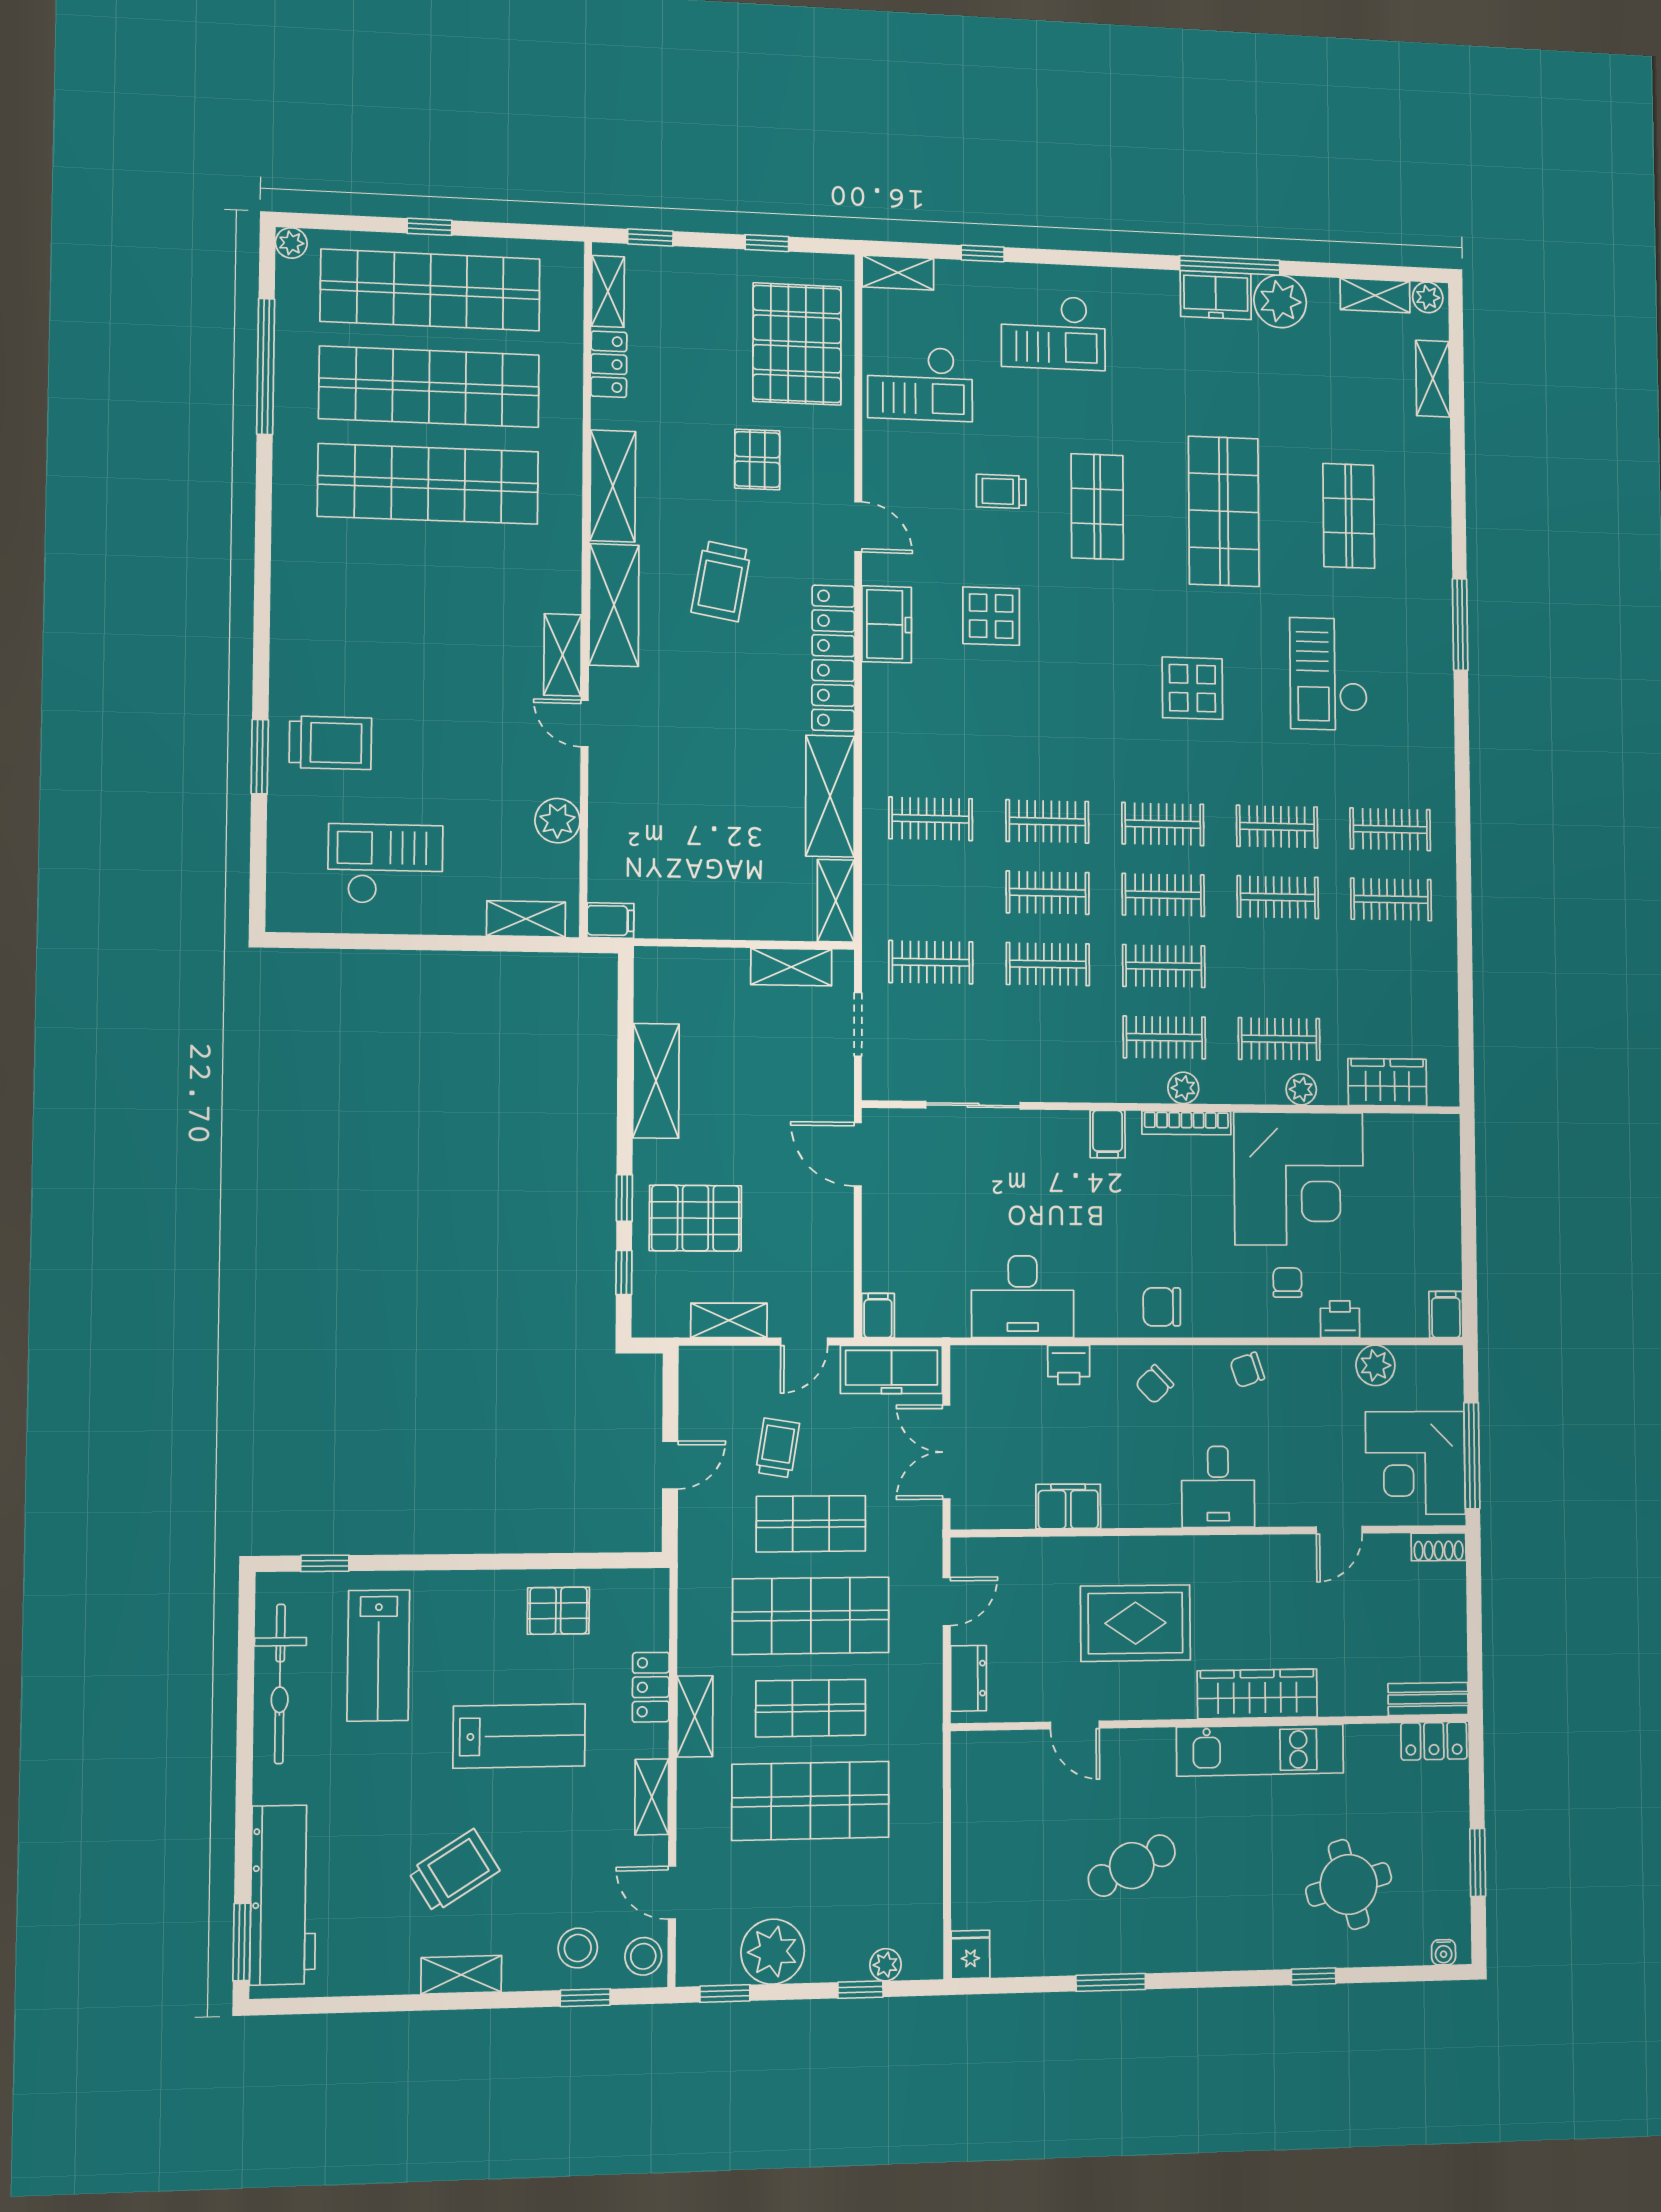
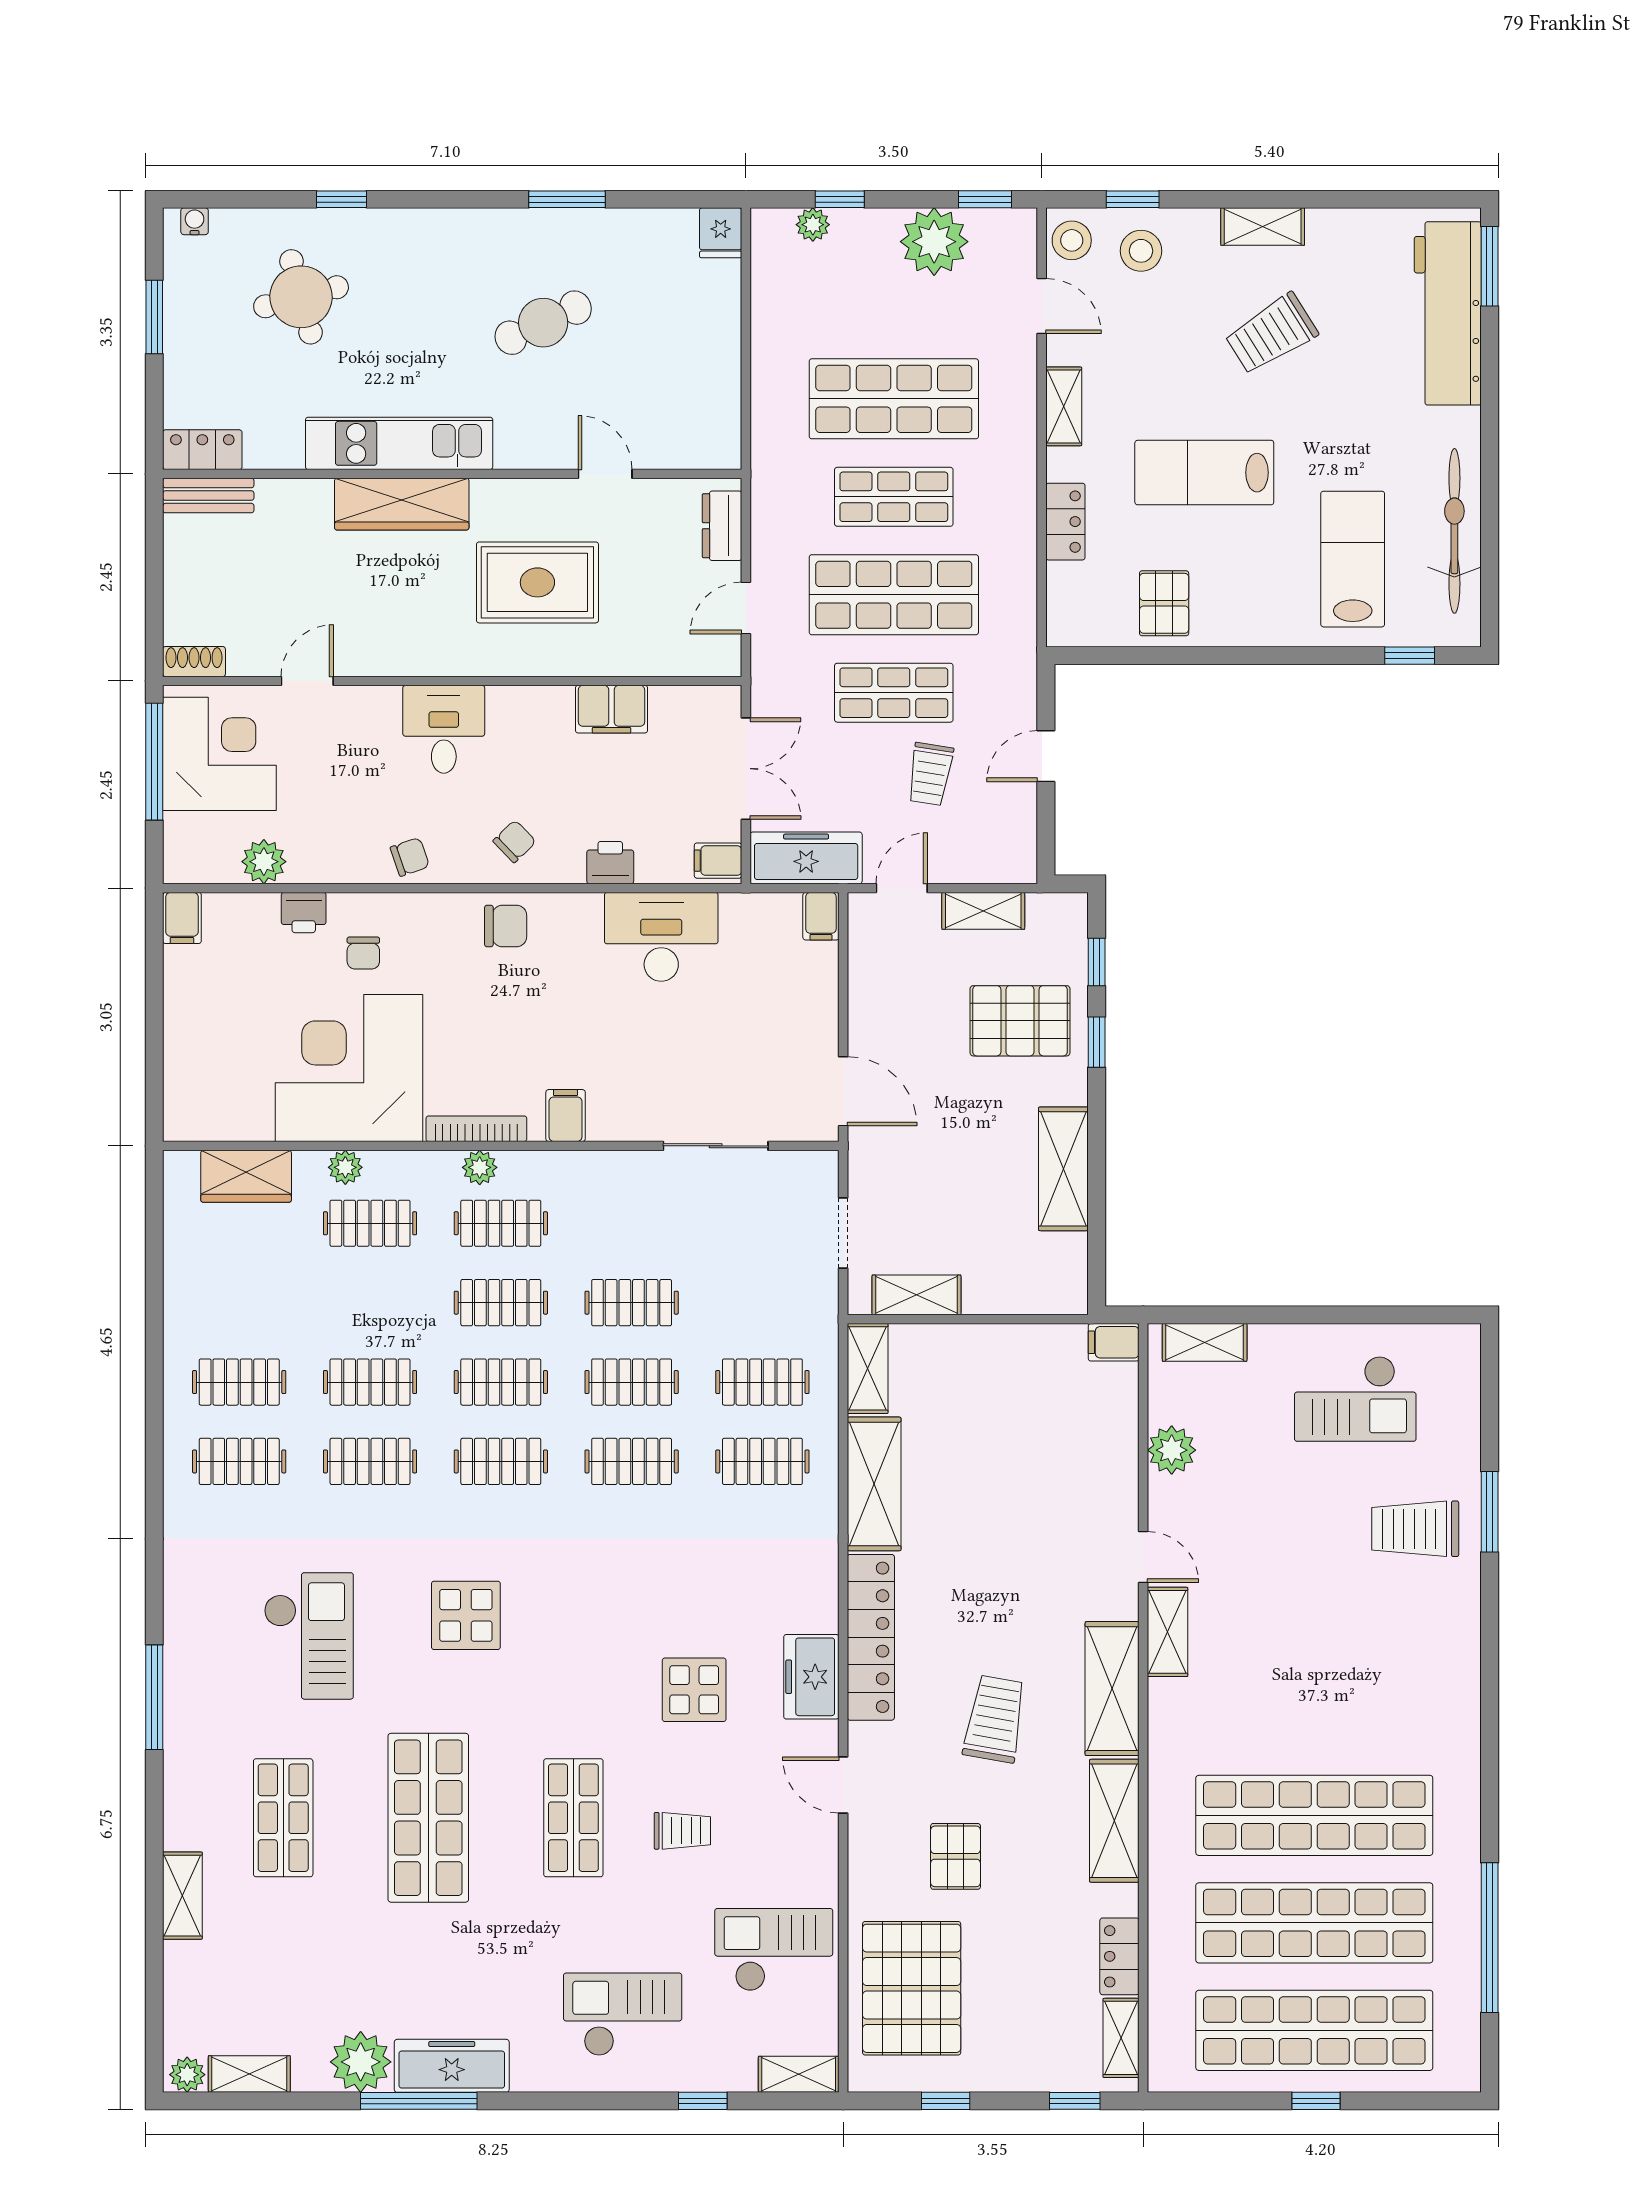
plant: (291, 243) -> (1464, 2076), removed
freezer: (1216, 295) -> (452, 2066), width x1.40
shelving: (1433, 379) -> (182, 1896), moved
clothes rail: (931, 962) -> (762, 1382), moved
filing cabinet: (972, 1367) -> (718, 861), added
pallet: (558, 1611) -> (1164, 603), turned 90
shelving: (695, 1716) -> (1018, 490), removed

